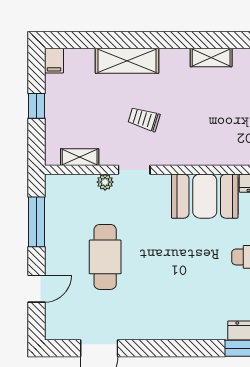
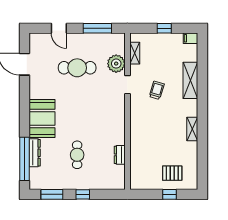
plant: (105, 182) -> (116, 64), width x1.88, depth x1.88
booth: (205, 196) -> (42, 119), moved

